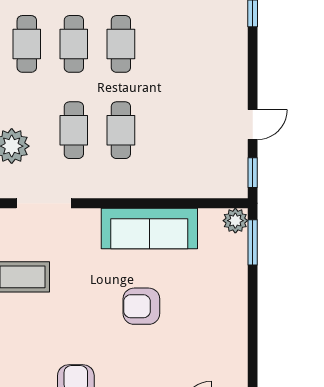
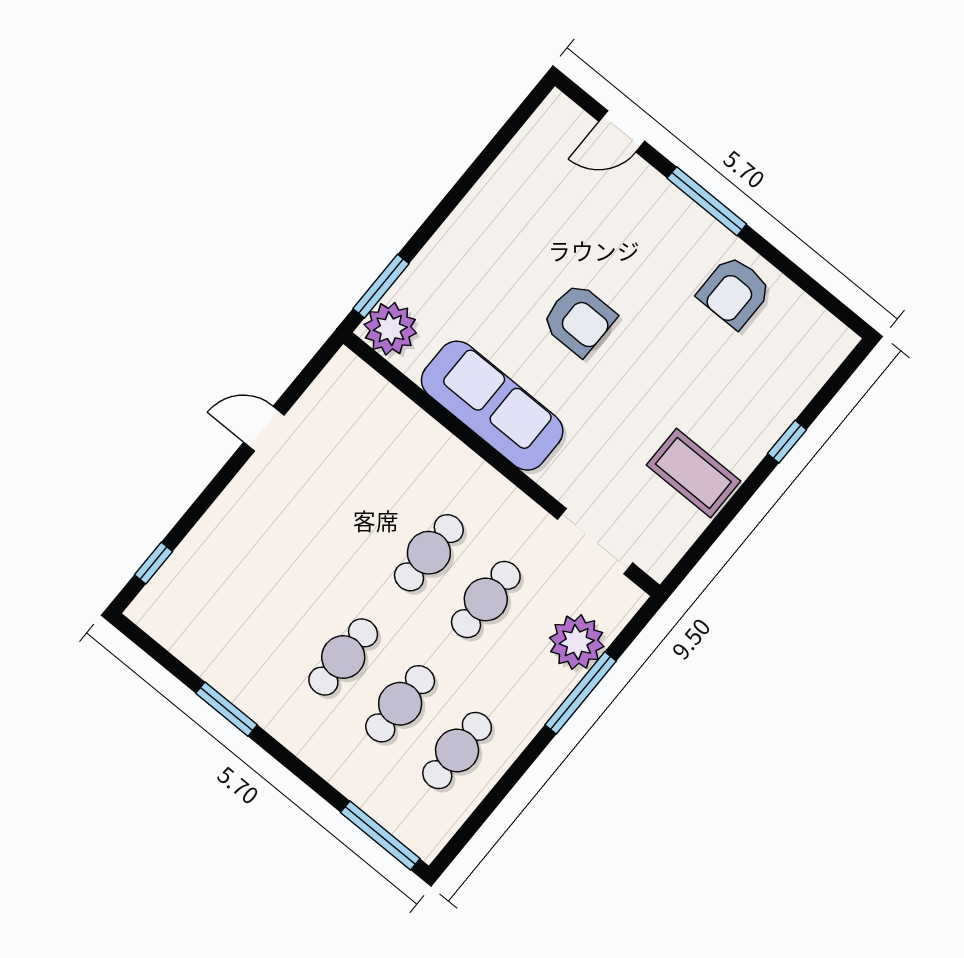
window: (253, 173) -> (312, 370), removed
plant: (235, 221) -> (390, 329), width x1.36, depth x1.36

